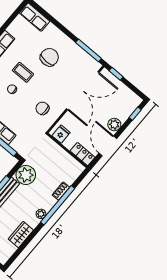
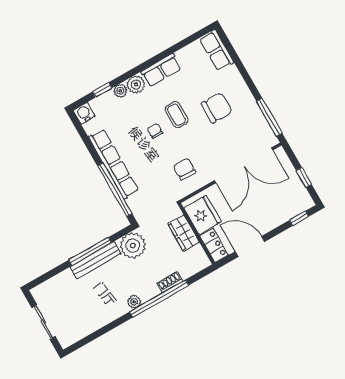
window: (116, 74) -> (304, 178), moved
plant: (114, 125) -> (268, 223), removed
fridge: (61, 134) -> (203, 215), width x1.88, depth x1.34
door: (108, 146) -> (250, 247), hinge flipped
wardrobe: (21, 234) -> (184, 233), moved, turned -90

